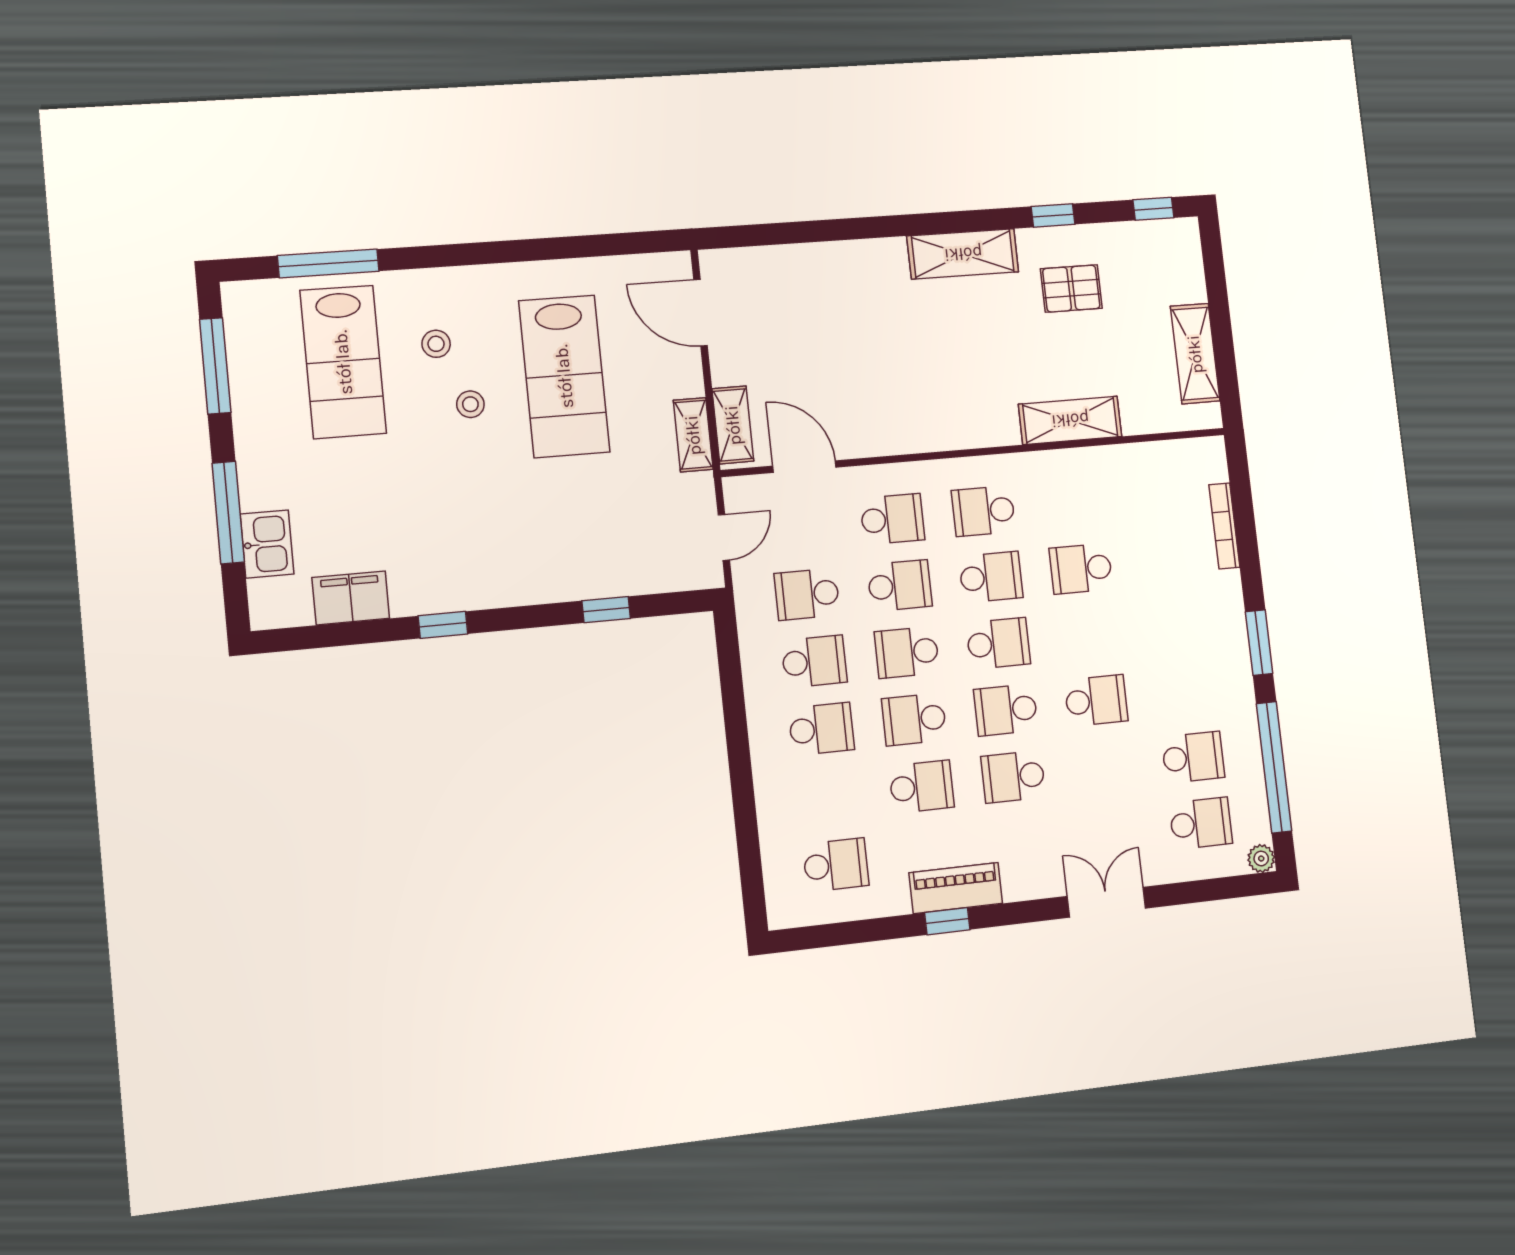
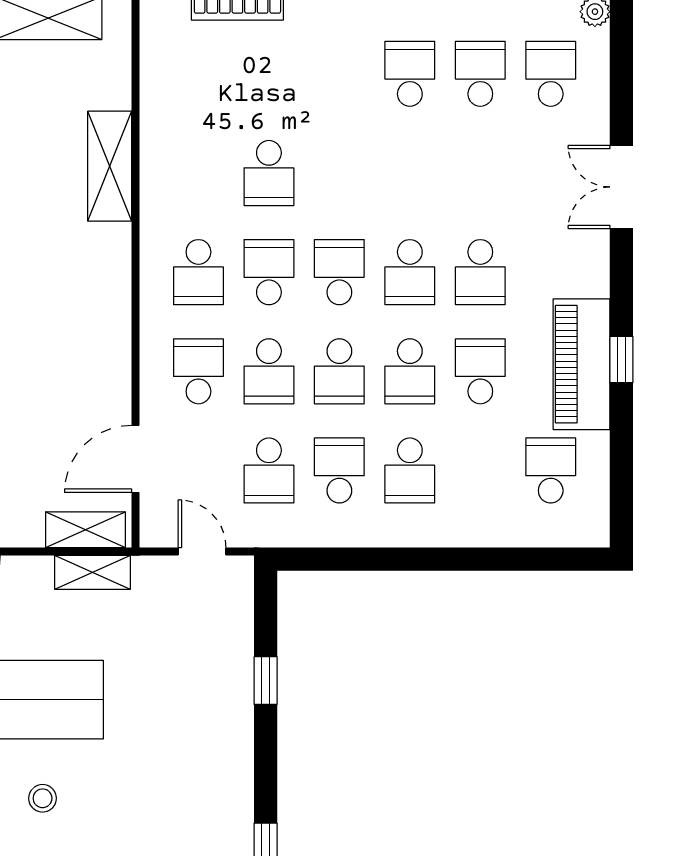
school desk: (900, 586) -> (269, 371), turned 180
school desk: (1096, 701) -> (410, 74), moved
school desk: (821, 729) -> (410, 470), turned 180
piano: (956, 888) -> (582, 364), width x1.37, depth x1.33

